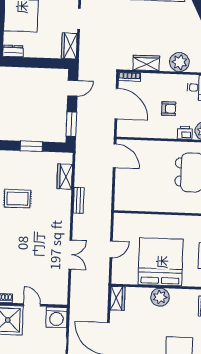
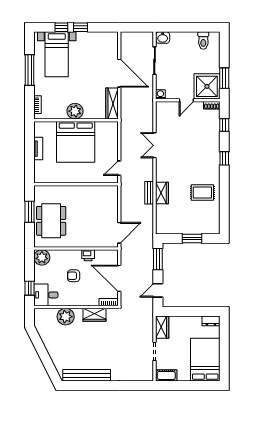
printer: (185, 133) -> (88, 255), moved
door: (115, 156) -> (119, 233), swing flipped
wardrobe: (65, 177) -> (162, 193), moved
door: (111, 249) -> (119, 168), moved
wardrobe: (118, 298) -> (112, 103), width x1.50
door: (32, 305) -> (186, 100), hinge flipped
washing machine: (56, 317) -> (160, 94), width x0.53, depth x0.53

